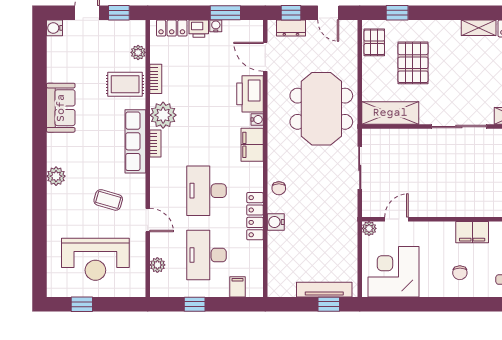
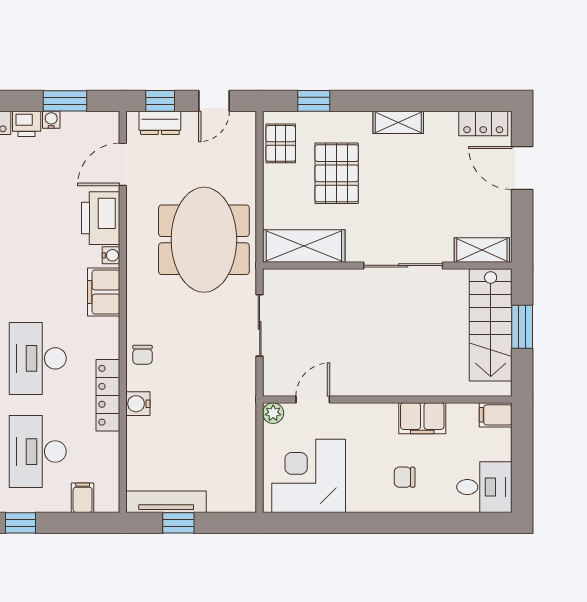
door: (328, 13) -> (214, 101), hinge flipped
shelving: (479, 28) -> (398, 122), moved
door: (265, 57) -> (123, 164), hinge flipped
chair: (460, 273) -> (405, 477), turned 90
tv unit: (324, 290) -> (166, 502), moved
window: (329, 304) -> (178, 523), moved

